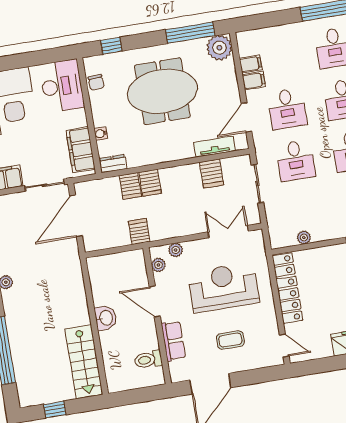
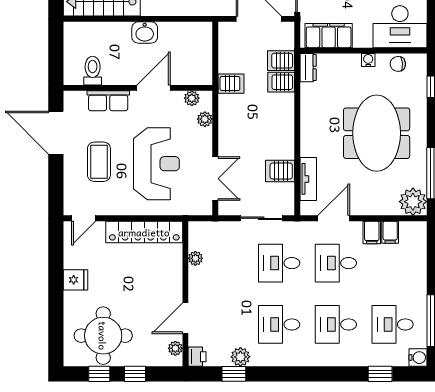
door: (247, 117) -> (334, 218), hinge flipped
water cooler: (101, 134) -> (368, 60), moved
server rack: (150, 183) -> (281, 61), moved
coffee table: (230, 340) -> (99, 162), width x1.36, depth x1.30

